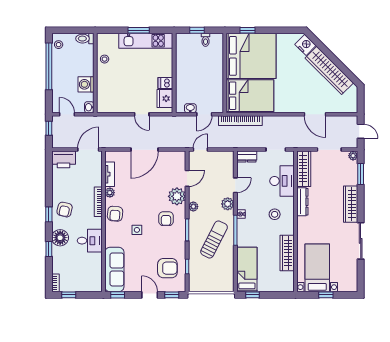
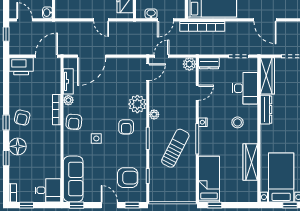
door: (315, 114) -> (265, 20), moved
door: (145, 150) -> (92, 56), moved
door: (187, 178) -> (148, 72), moved
plant: (228, 204) -> (189, 64), moved
desk: (90, 241) -> (48, 190), moved

